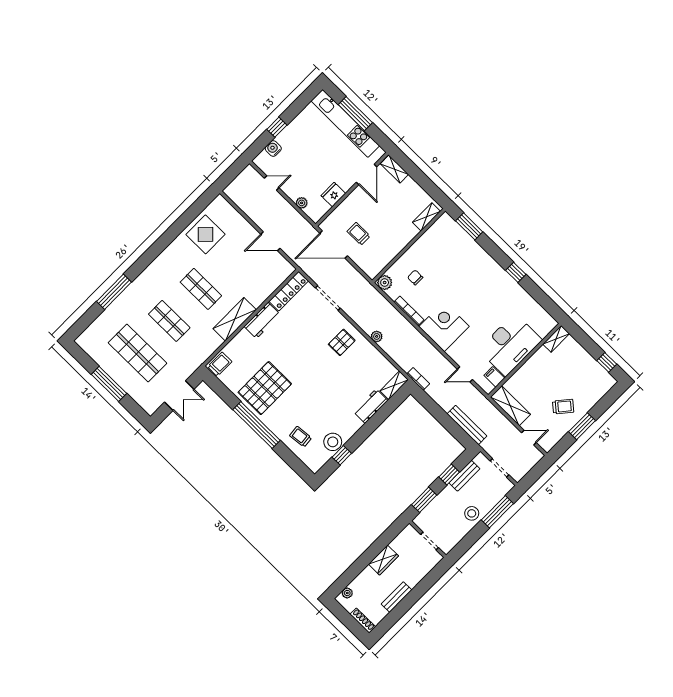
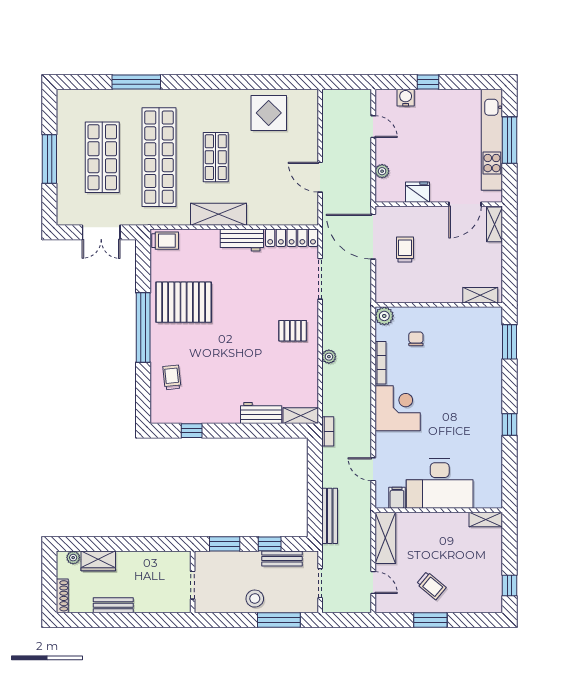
shop shelf: (169, 321) -> (159, 157), width x2.00, depth x1.36
stool: (333, 442) -> (196, 411), removed
wardrobe: (383, 560) -> (98, 561), moved

